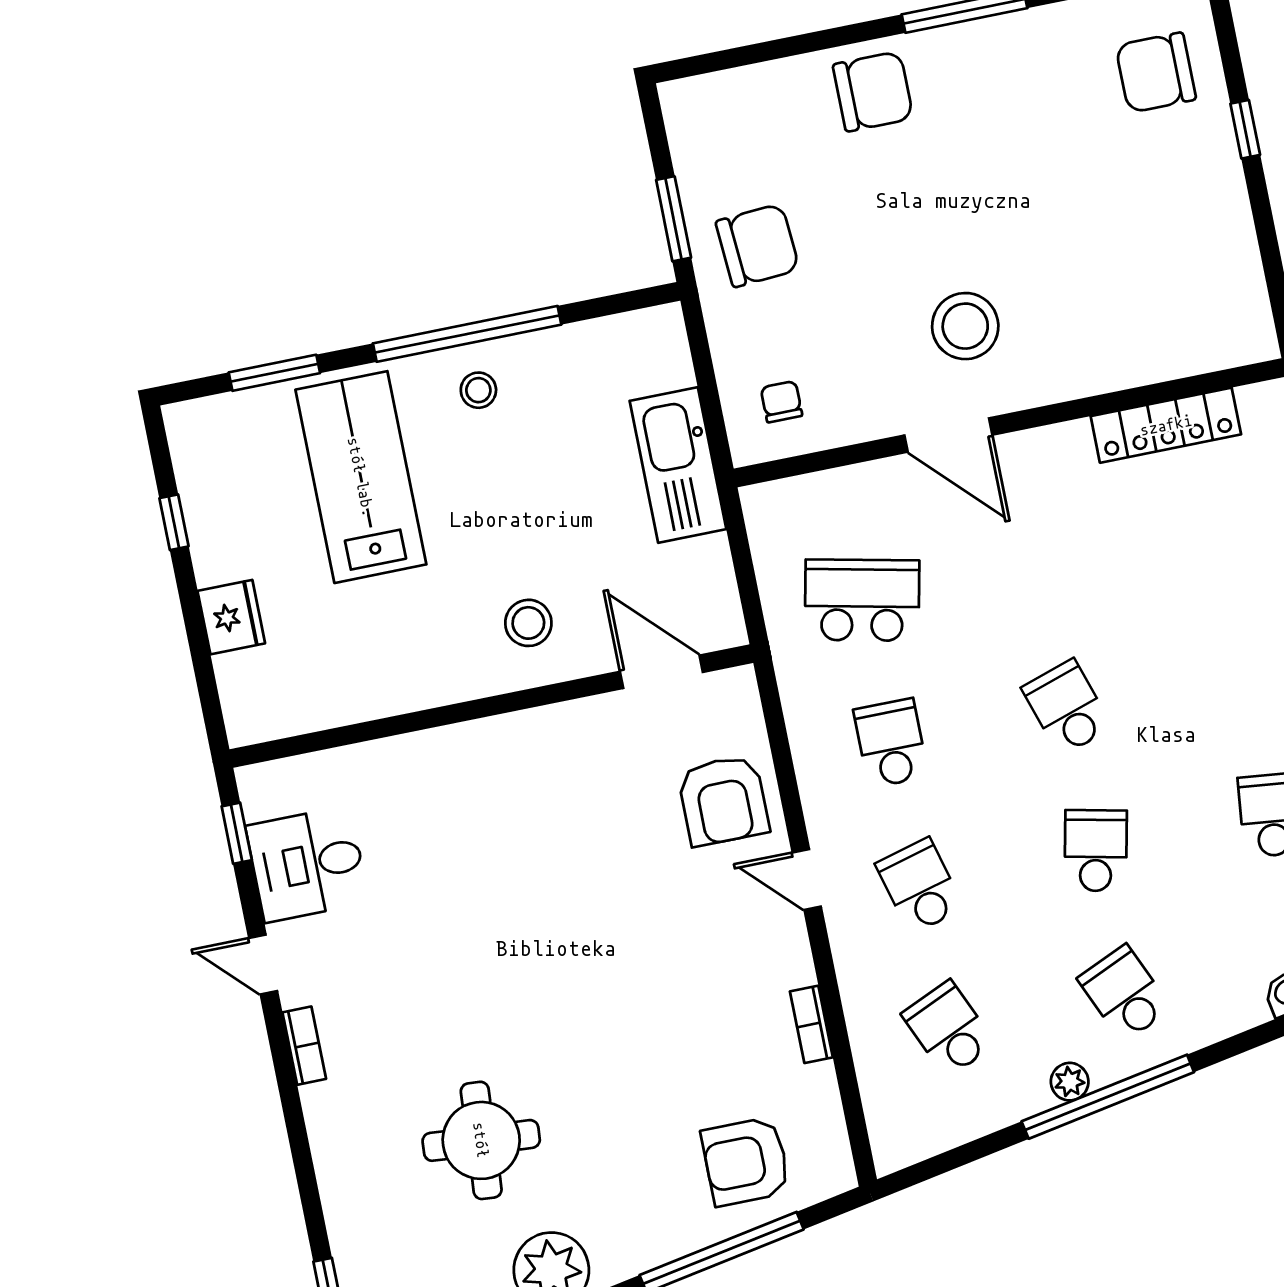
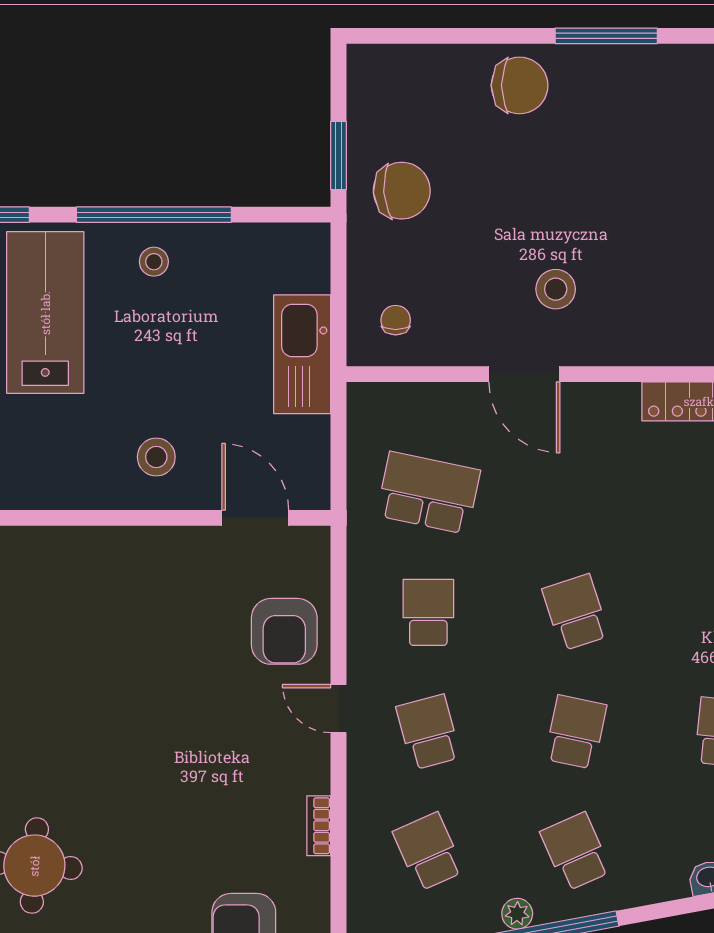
stool: (965, 326) -> (556, 289), width x0.73, depth x0.73

